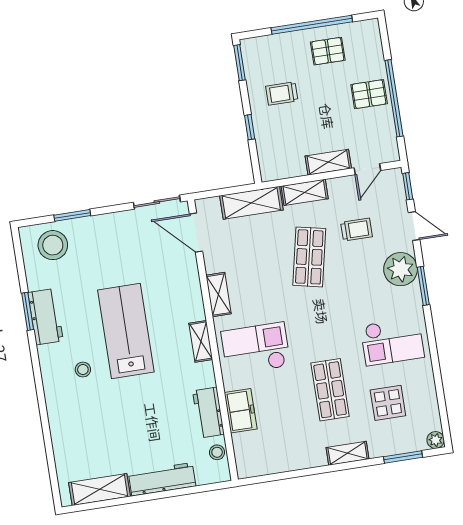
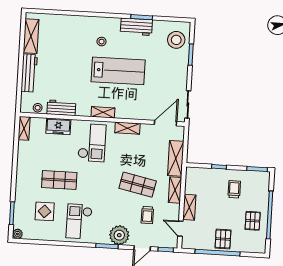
shelving: (348, 453) -> (24, 128), moved

